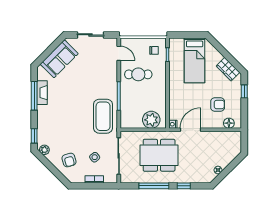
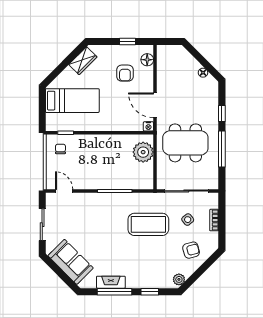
door: (119, 53) -> (64, 191), hinge flipped
cafe table: (138, 74) -> (89, 168), removed
window: (244, 91) -> (127, 41), moved
armchair: (218, 105) -> (125, 73), turned 180
coffee table: (103, 116) -> (148, 224), moved
window: (34, 136) -> (150, 292), moved
dining table: (159, 155) -> (185, 143), turned 90

